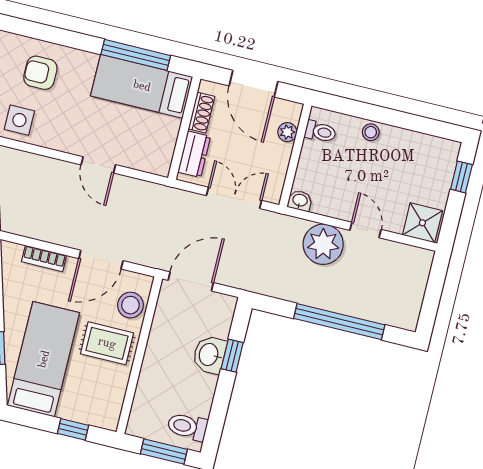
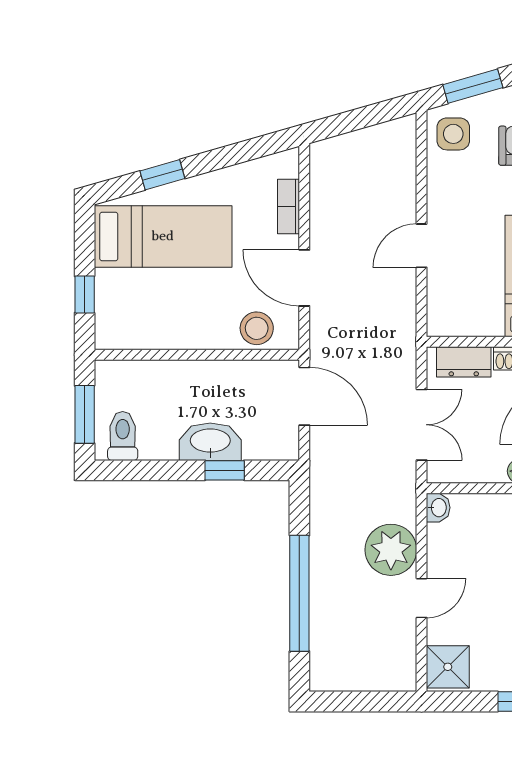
rug: (107, 343) -> (202, 311), removed
washbasin: (209, 355) -> (210, 442), width x1.38

